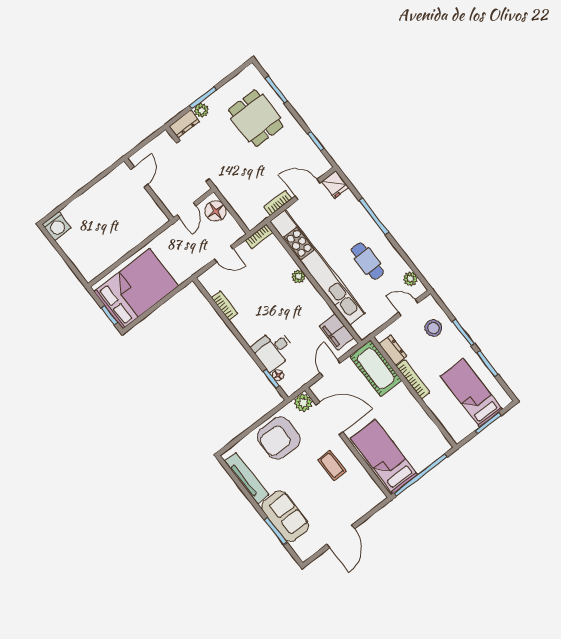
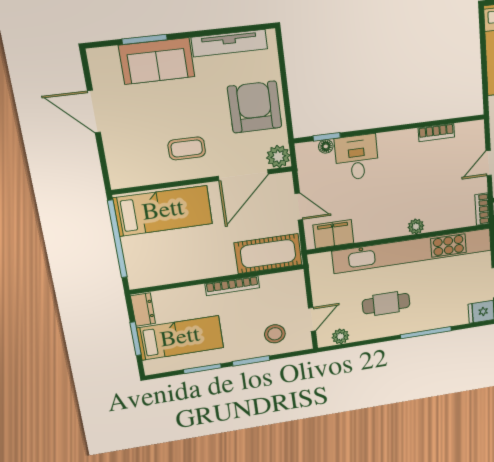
dresser: (393, 350) -> (143, 310), moved, turned -90

